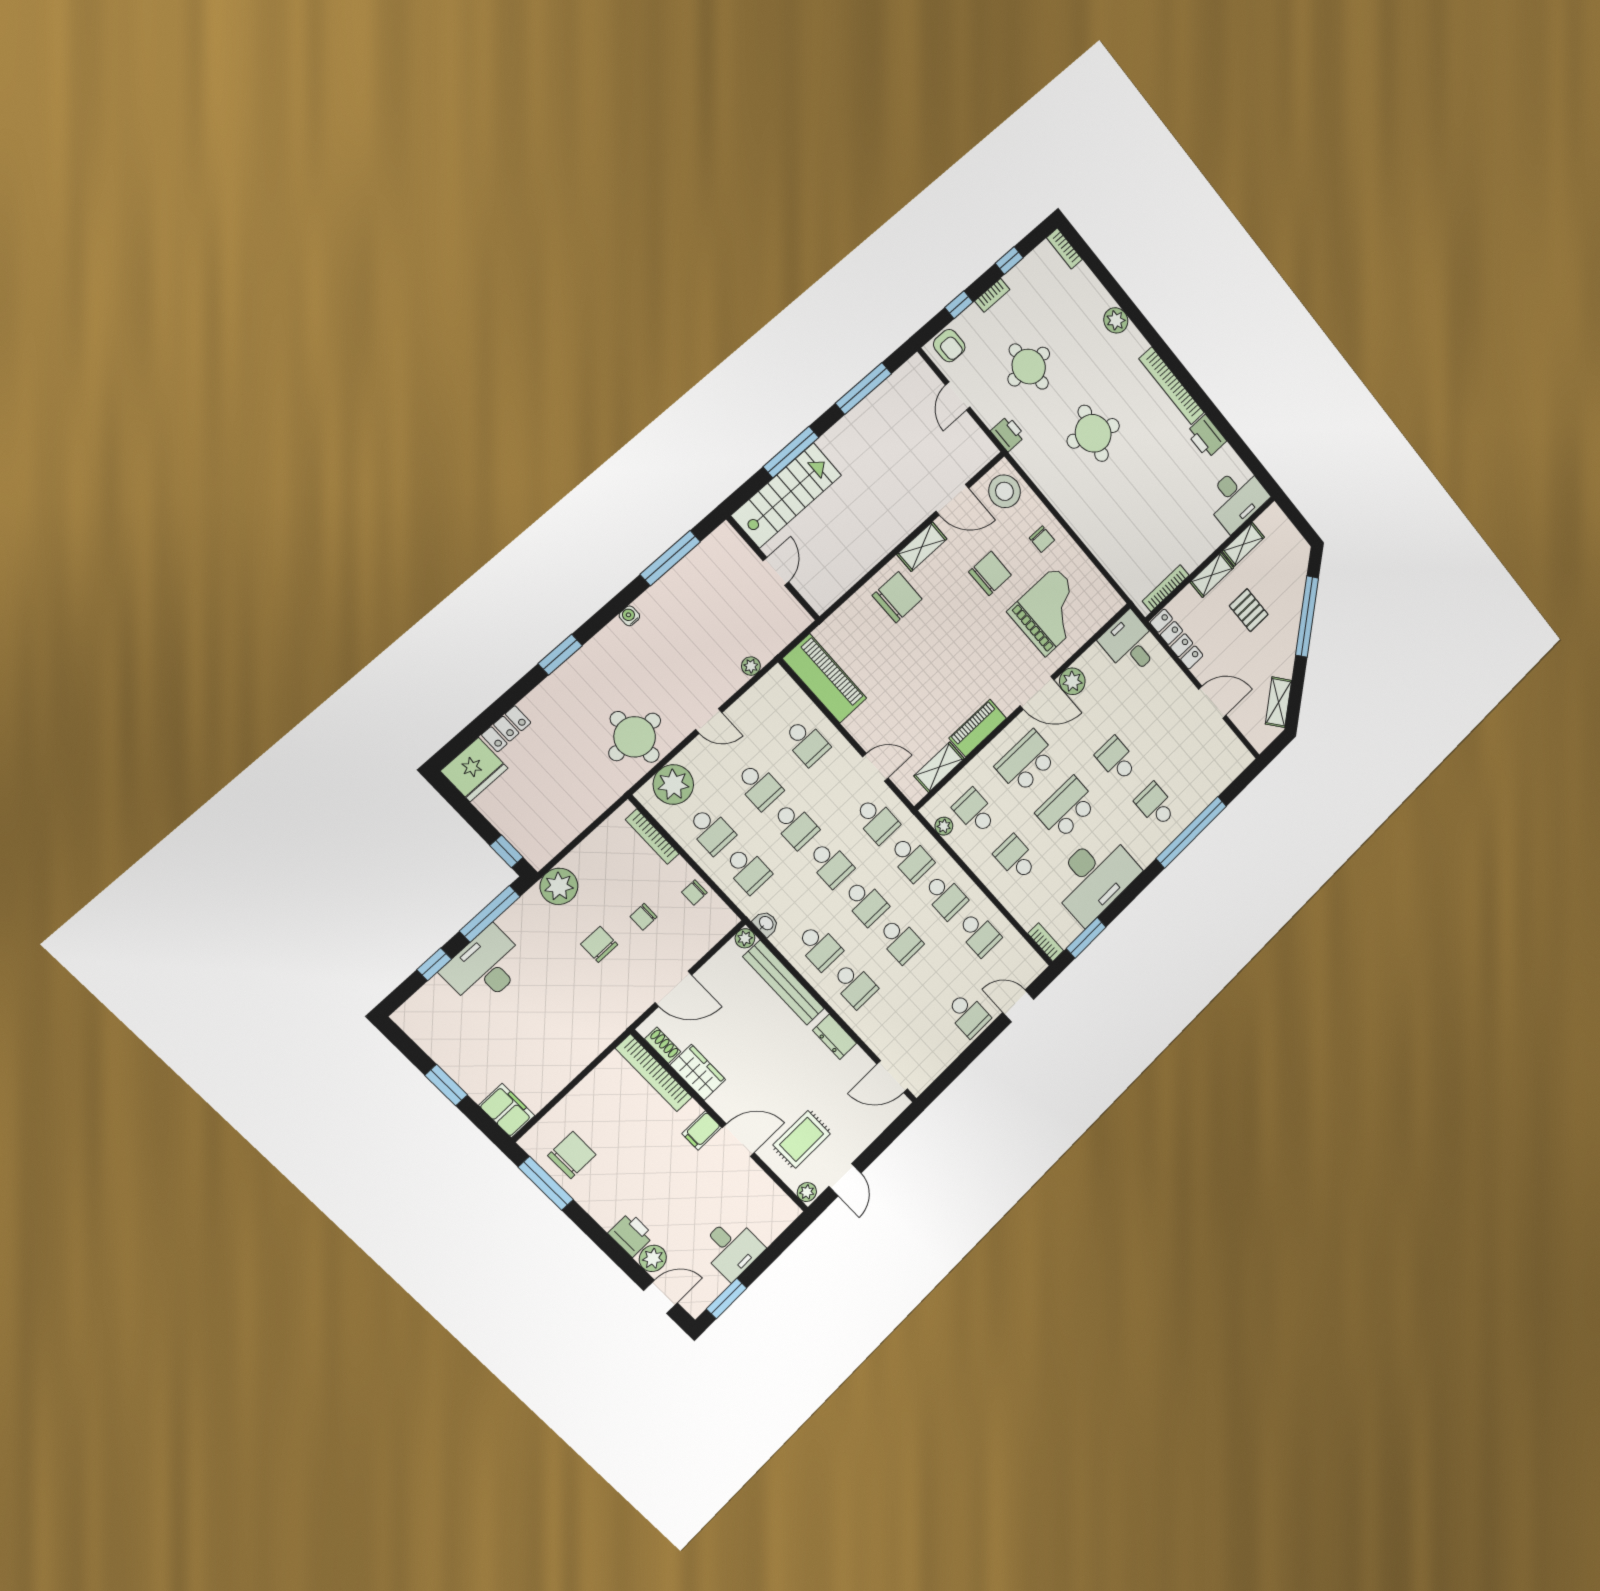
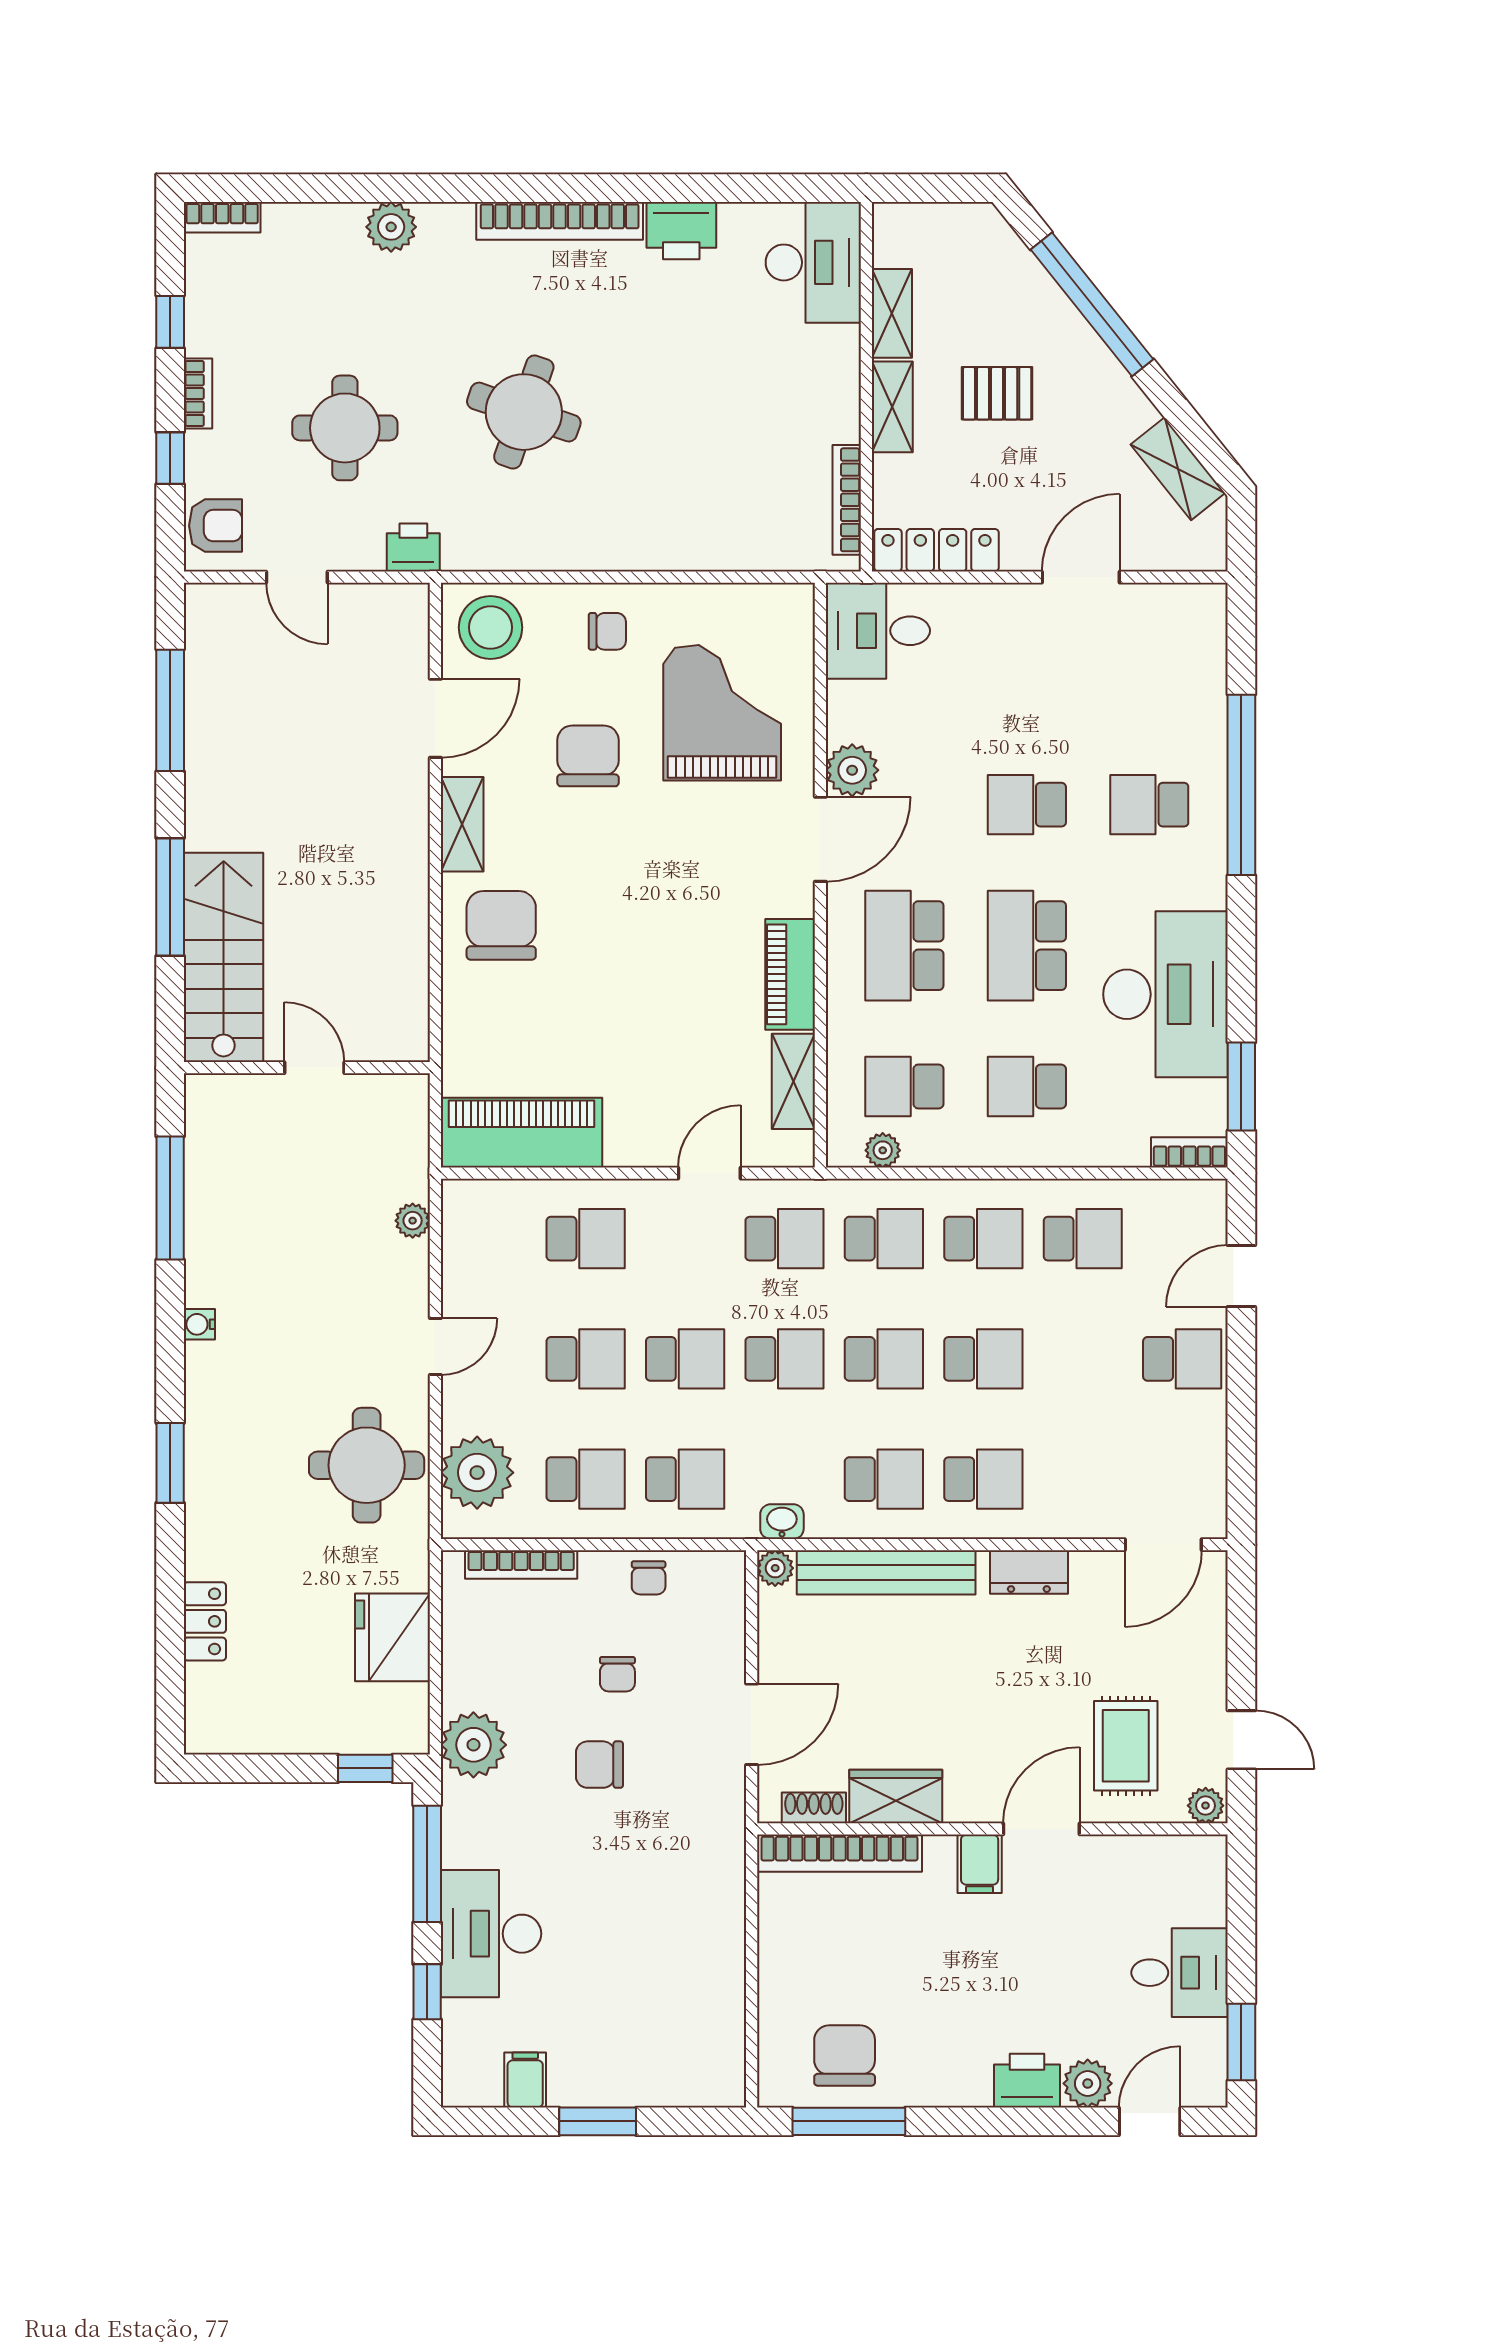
fridge: (474, 770) -> (392, 1637), moved, turned 180
filing cabinet: (507, 1111) -> (525, 2080), moved, width x0.50

